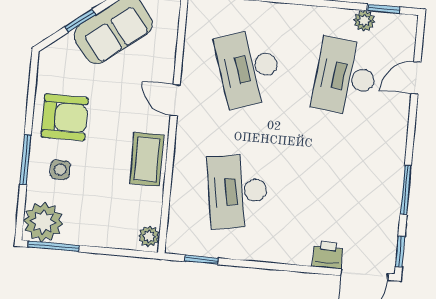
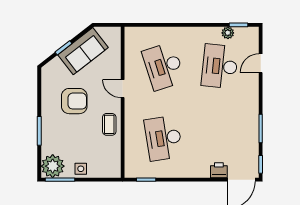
armchair: (65, 117) -> (74, 101), moved
coffee table: (147, 159) -> (109, 124), width x0.73, depth x0.77
side table: (60, 170) -> (81, 169), moved
plant: (149, 236) -> (115, 169), removed

